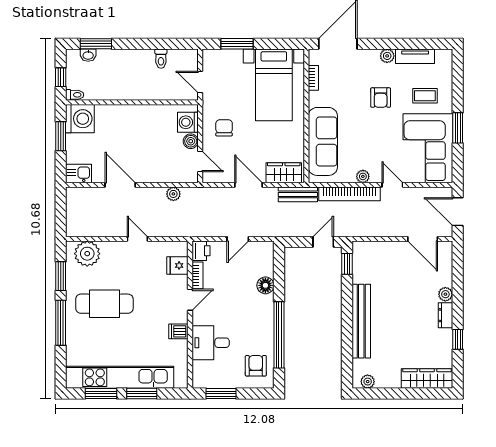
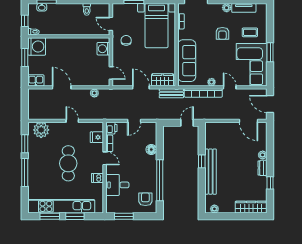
chair: (224, 128) -> (126, 40), moved
boiler: (191, 141) -> (105, 60), removed
window: (347, 264) -> (202, 161), moved
door: (190, 300) -> (105, 158), hinge flipped
cafe table: (104, 304) -> (68, 163), moved, turned 90

